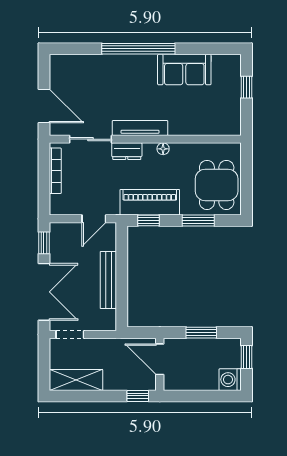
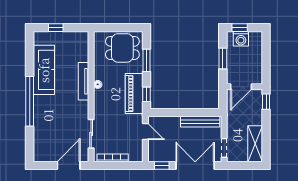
sofa: (184, 70) -> (44, 70), width x1.36
tv unit: (140, 128) -> (84, 81), moved
dresser: (127, 151) -> (99, 109), removed
bench: (108, 280) -> (200, 122), moved
washing machine: (230, 380) -> (241, 39), moved

